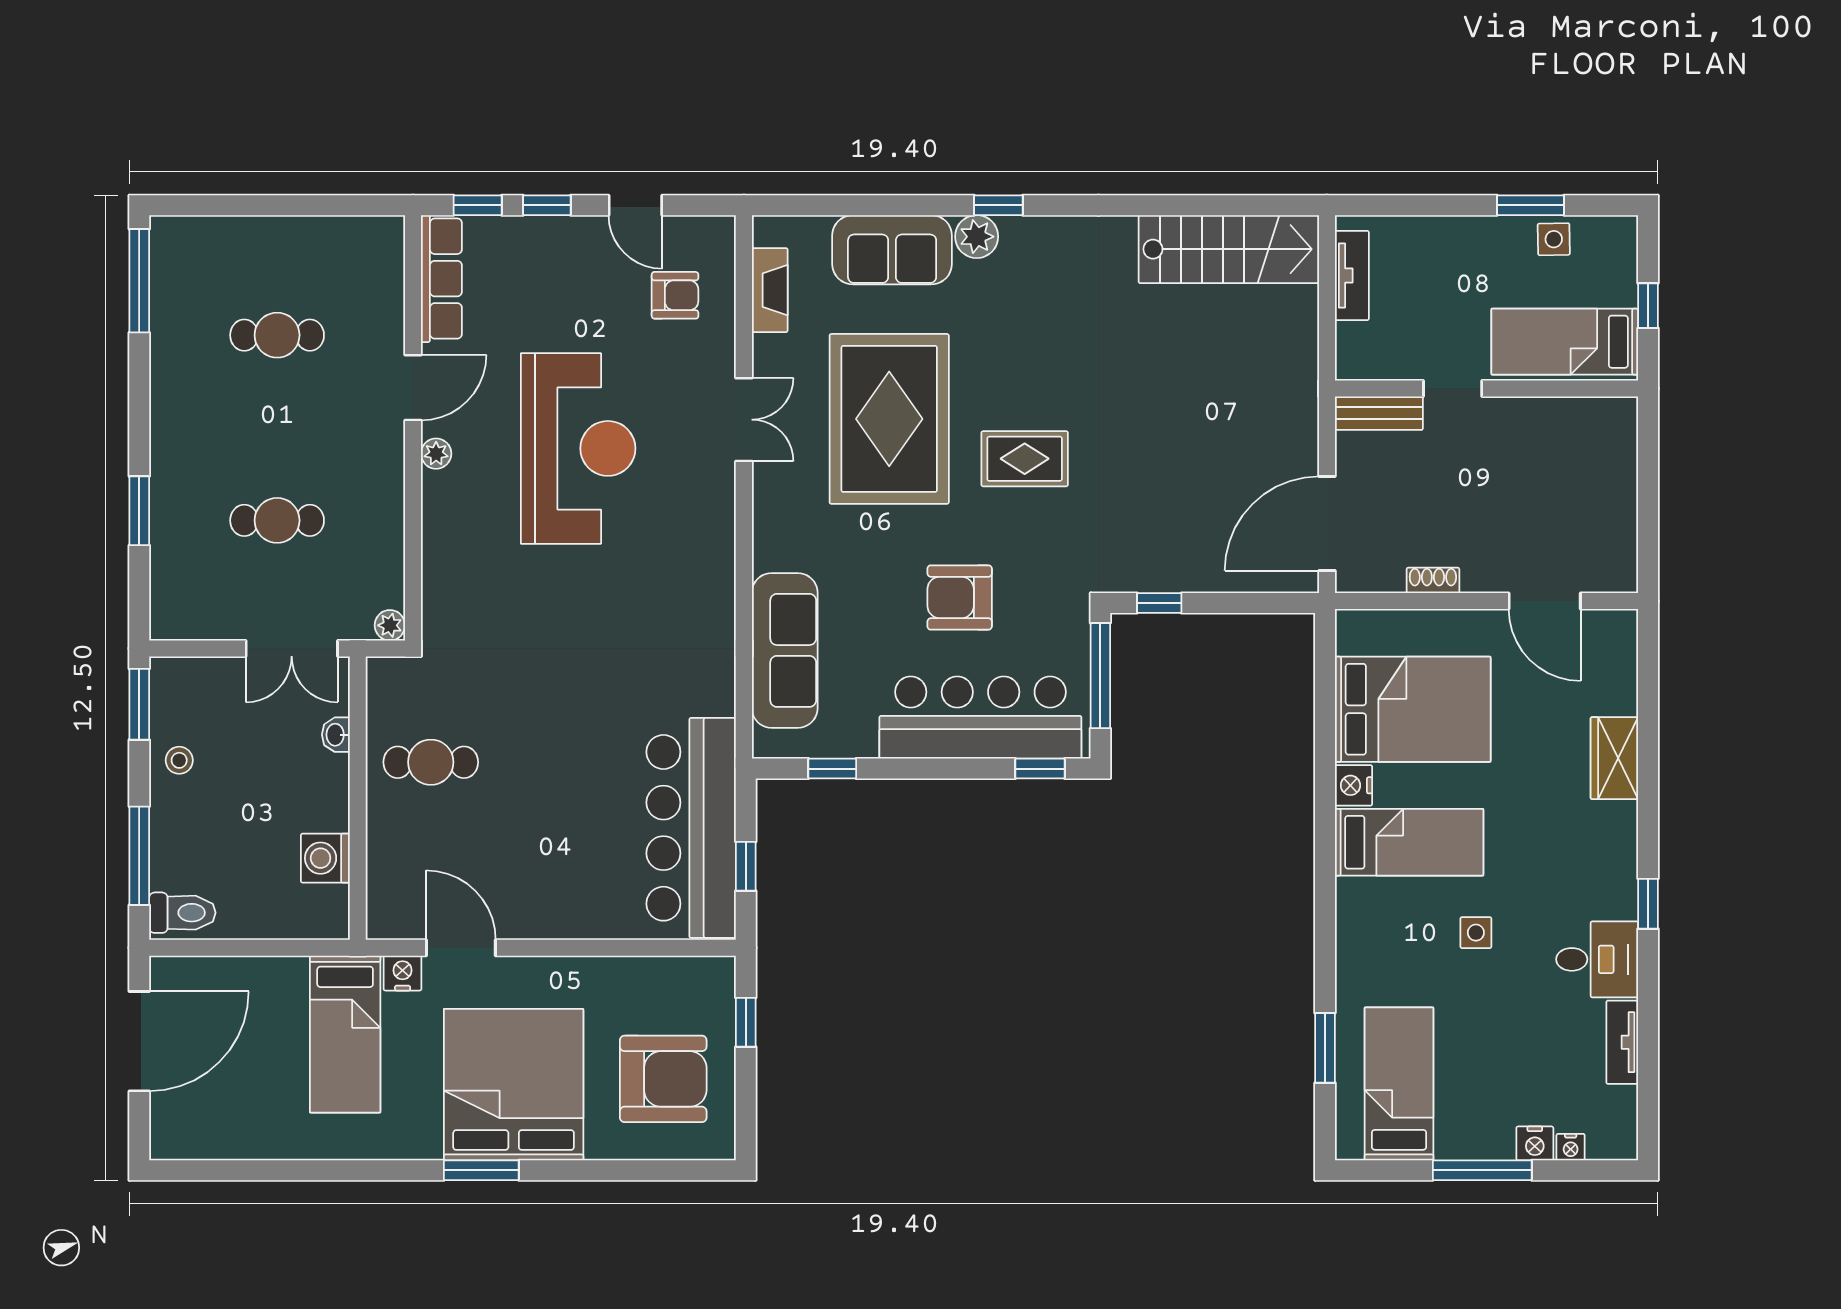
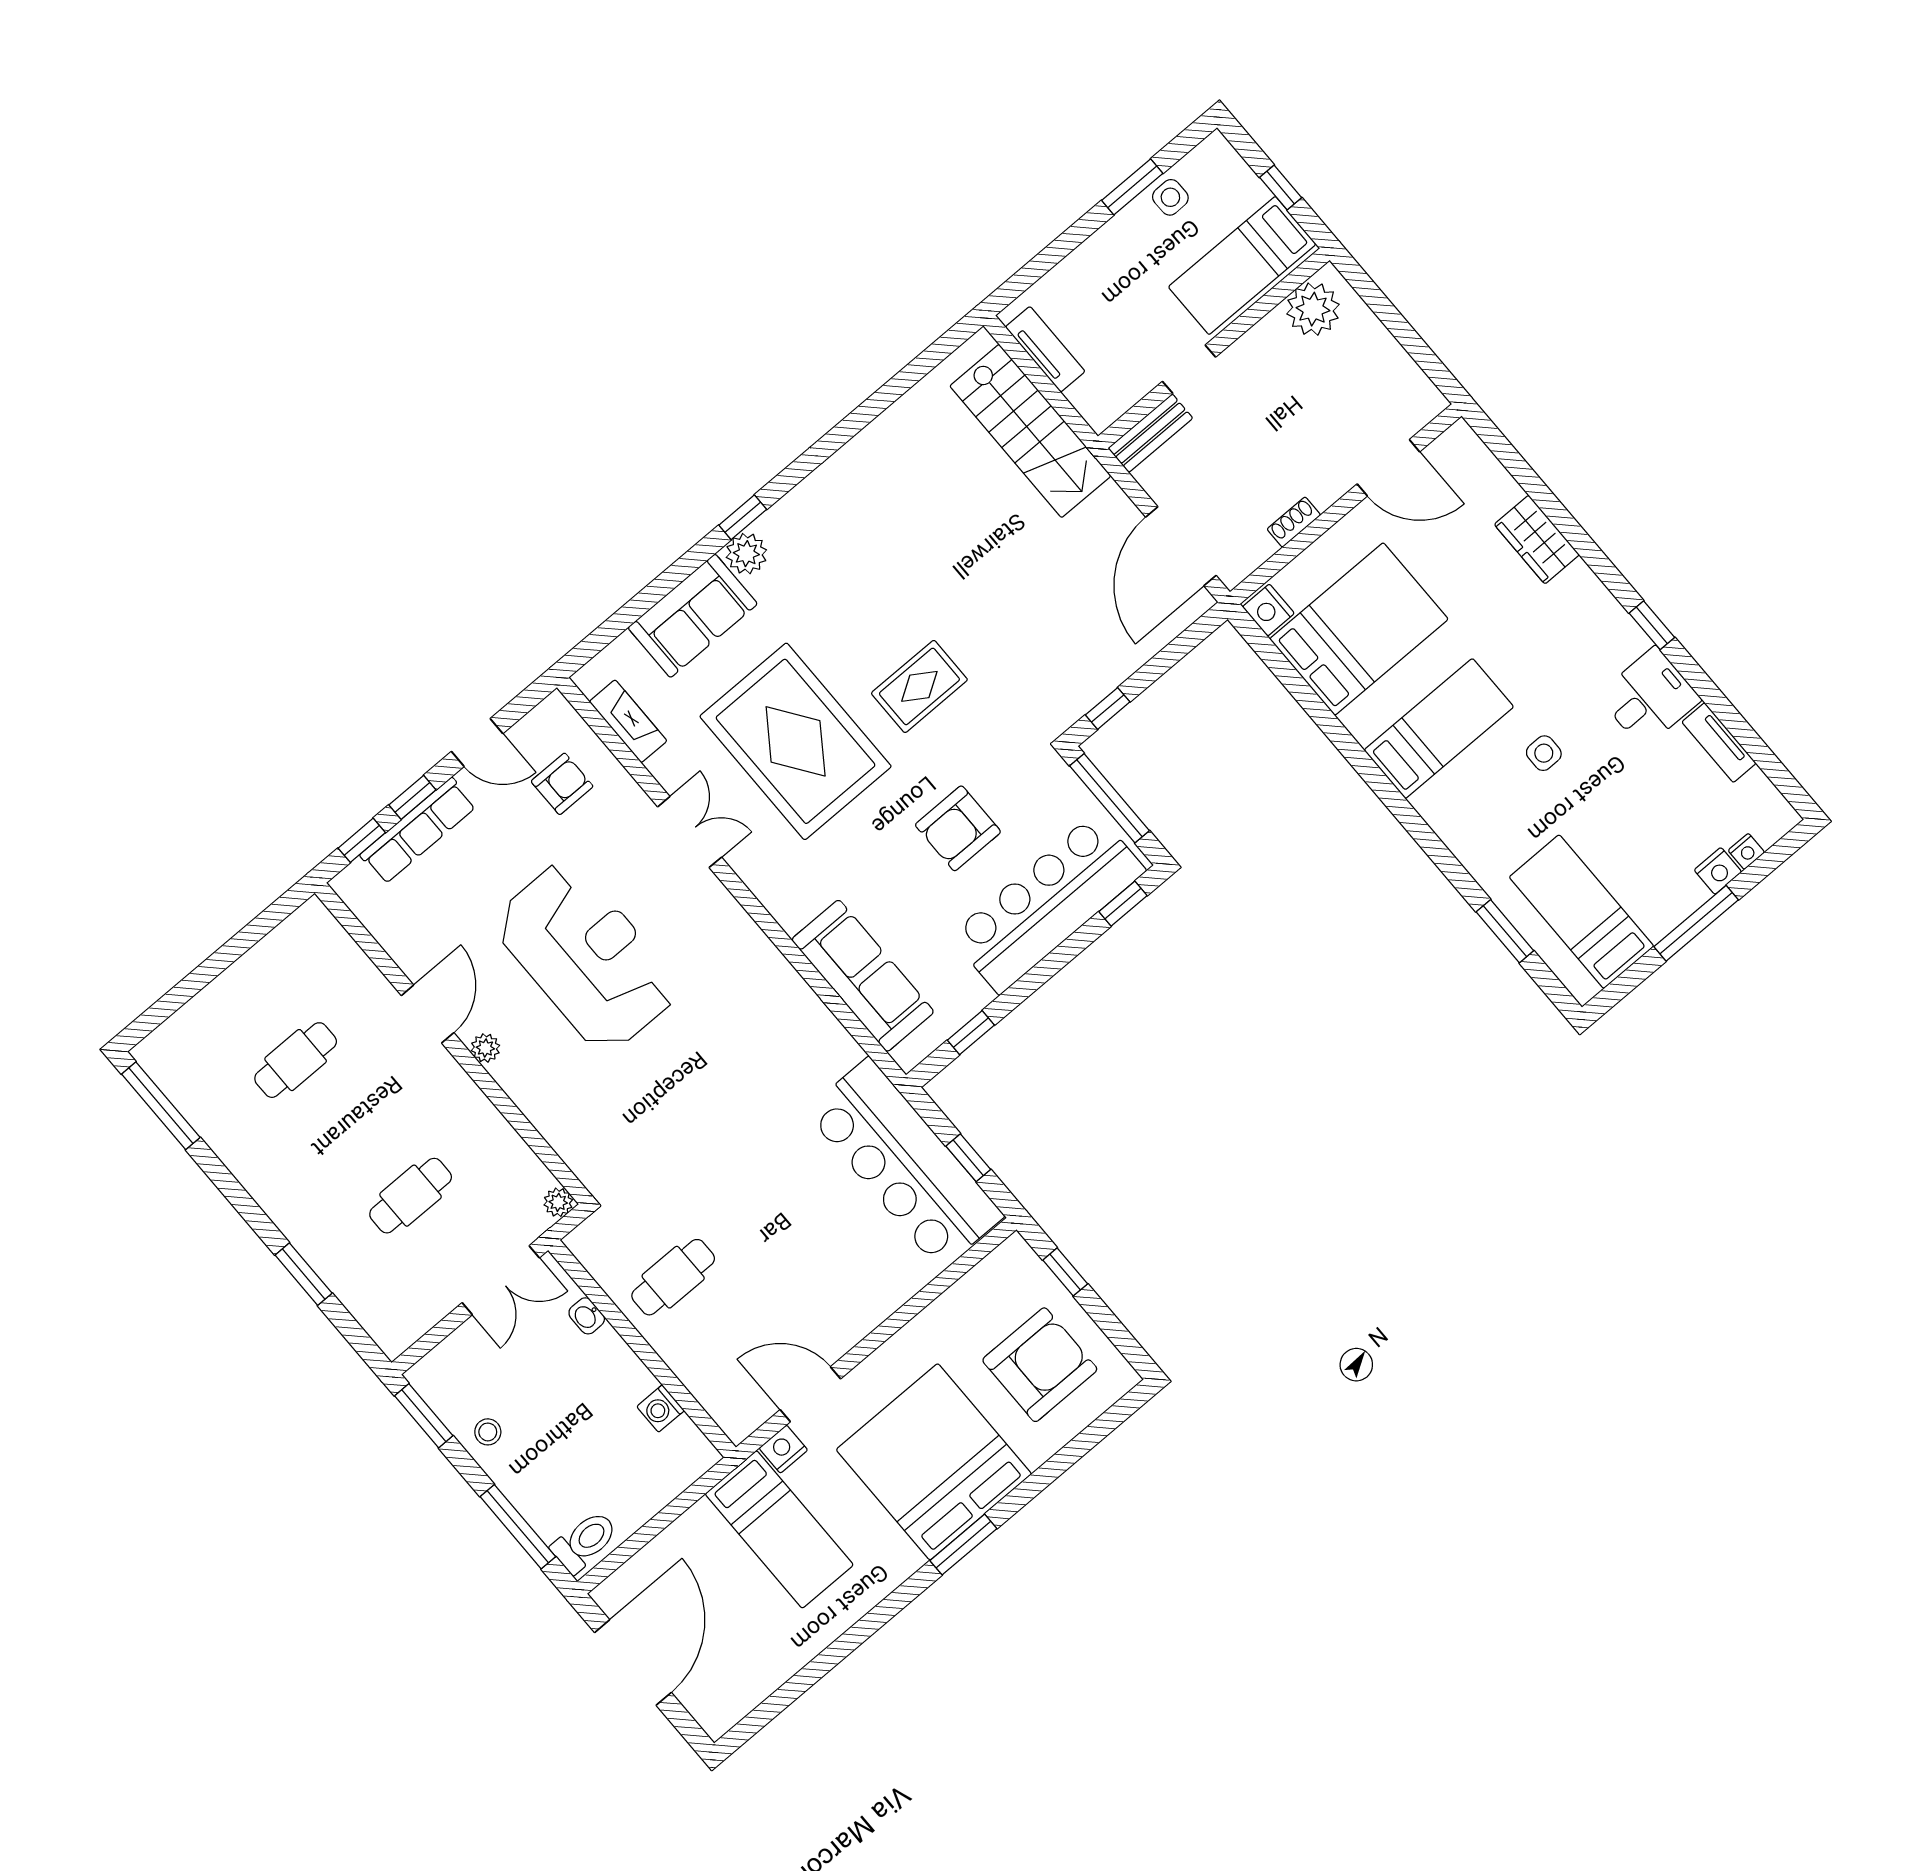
stairs: (1229, 249) -> (1030, 431), moved, turned 90
row of seats: (441, 279) -> (418, 831), moved, turned 90
plant: (1592, 424) -> (1313, 309), added
nightstand: (1353, 785) -> (1268, 610), moved
washing machine: (325, 858) -> (660, 1409), width x0.73, depth x0.73

